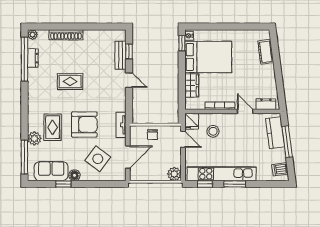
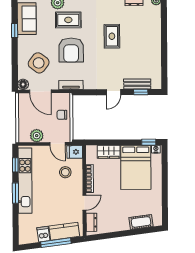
shoe rack: (66, 35) -> (156, 32), removed
door: (183, 139) -> (58, 144), hinge flipped
dishwasher: (280, 169) -> (43, 234), moved
plant: (174, 174) -> (37, 136), moved
floor lamp: (74, 175) -> (23, 84), moved

